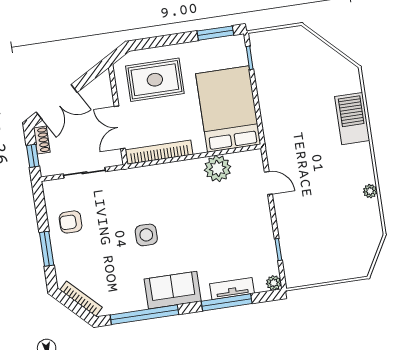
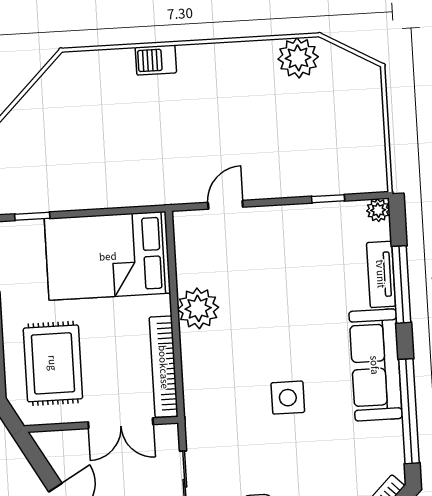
barbecue: (352, 119) -> (156, 60), width x0.53, depth x0.65
plant: (218, 168) -> (198, 308), moved
plant: (370, 191) -> (298, 58), moved, width x1.88, depth x1.88
sofa: (173, 290) -> (375, 365), width x1.36

